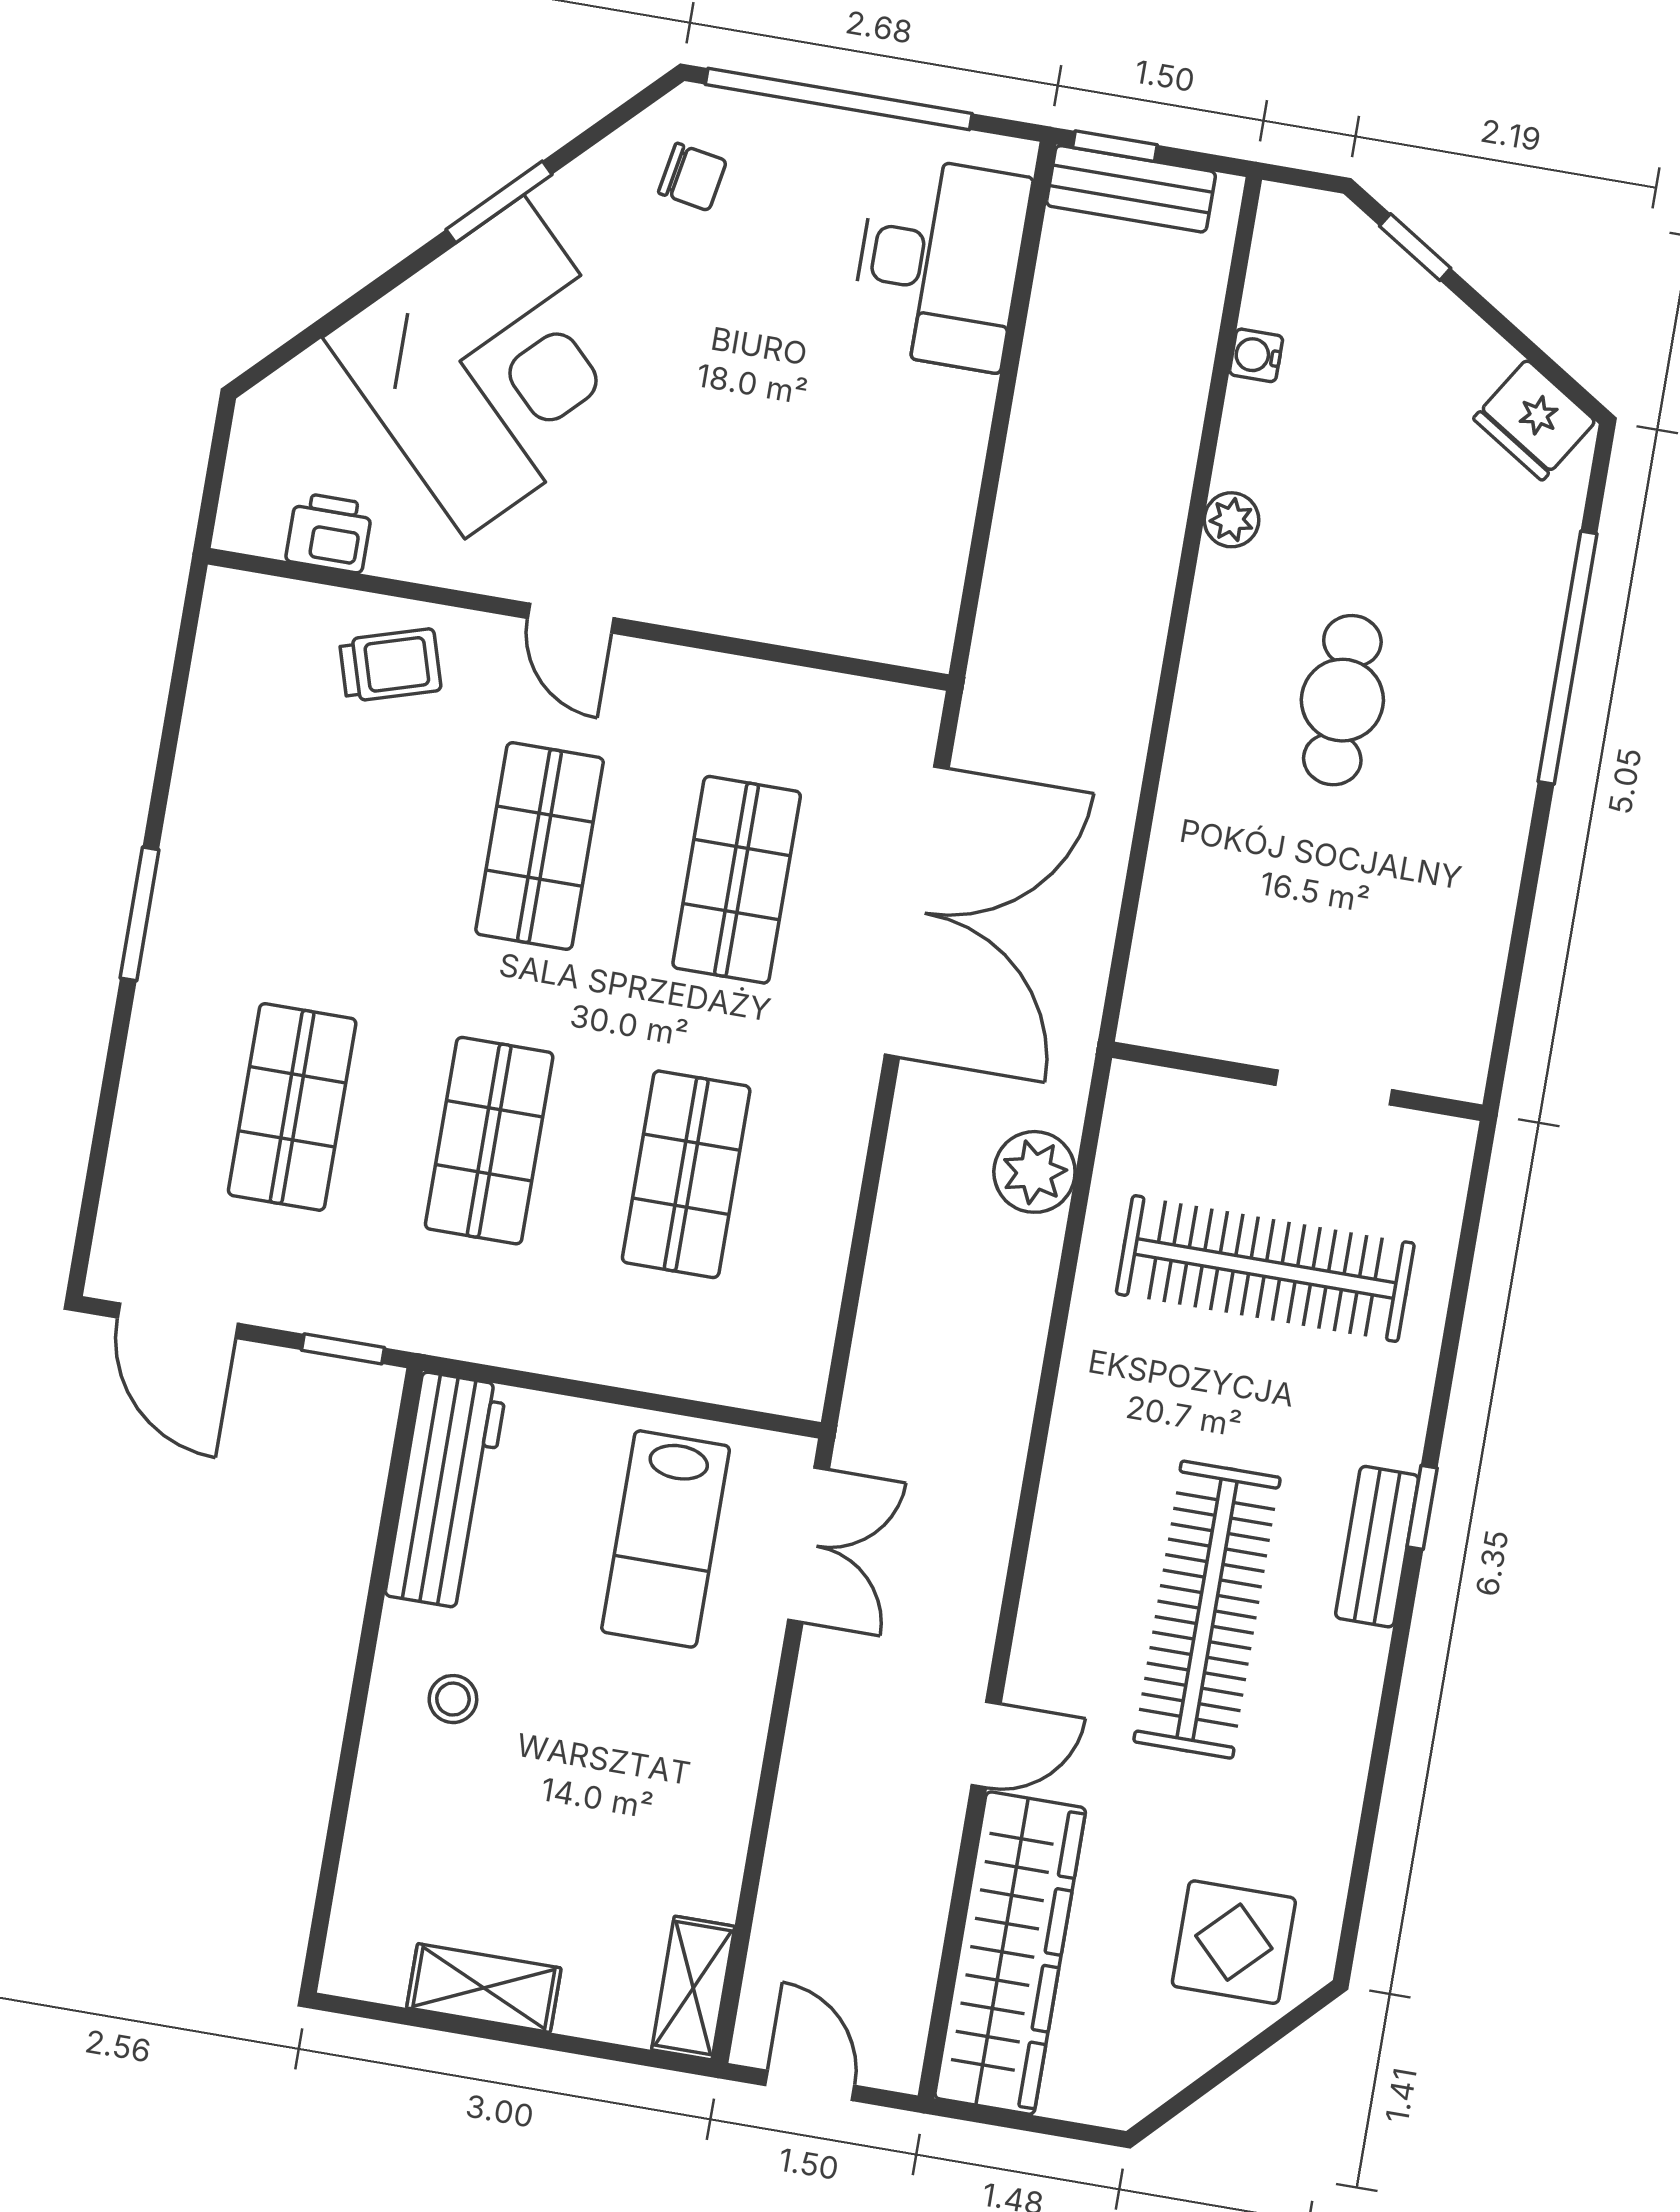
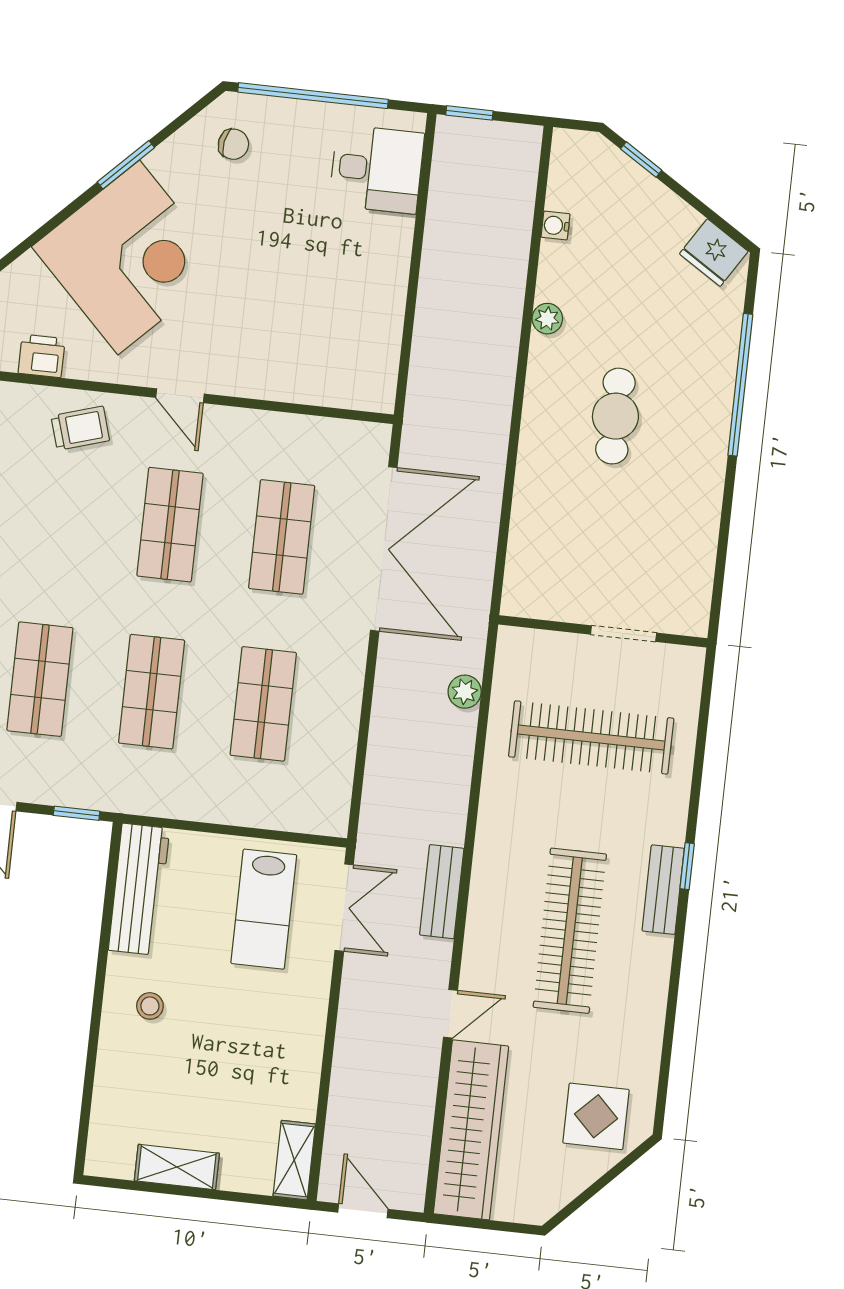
bench: (1131, 189) -> (442, 892), moved, turned 90
desk: (940, 263) -> (377, 169), width x0.73
plant: (1034, 1172) -> (465, 692), width x0.73, depth x0.73

